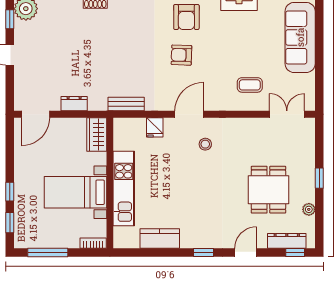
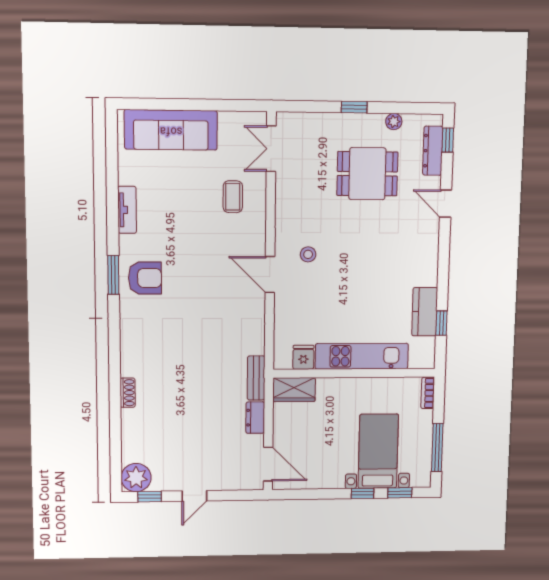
armchair: (181, 55) -> (194, 284), removed
bench: (126, 104) -> (256, 378), moved
fridge: (155, 127) -> (303, 357), moved, turned -90
bed with nightstands: (75, 192) -> (378, 451), moved, turned 180
window: (204, 252) -> (441, 323), moved

